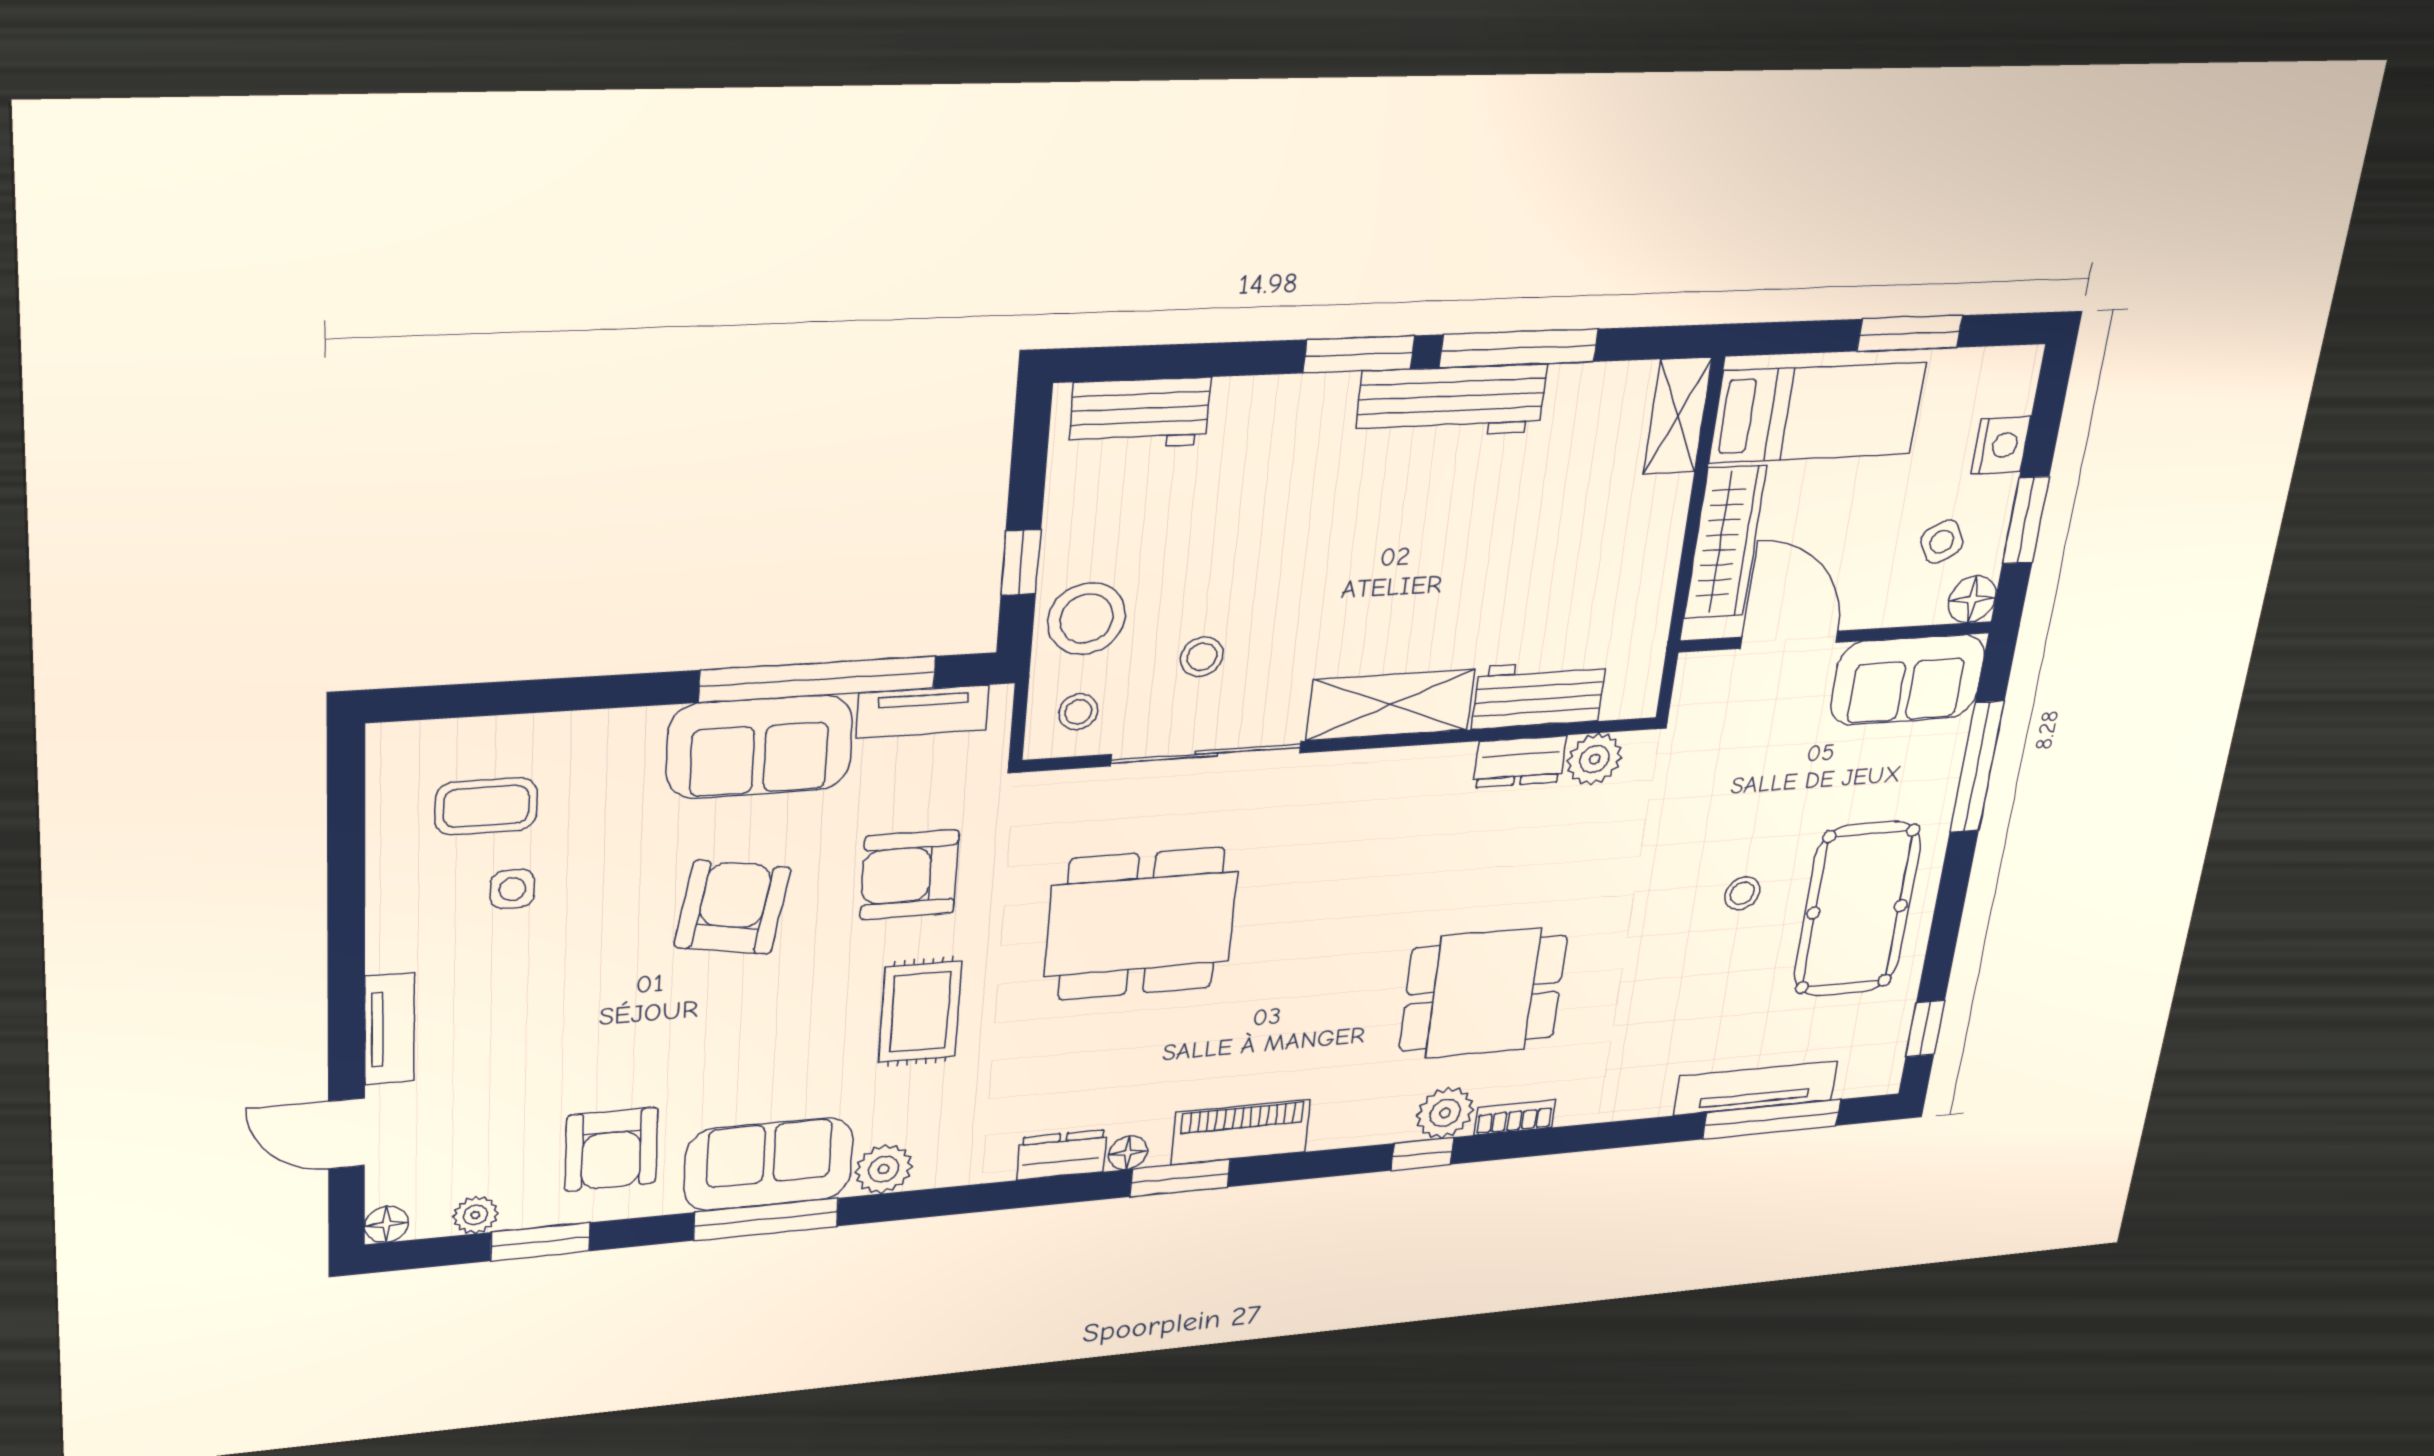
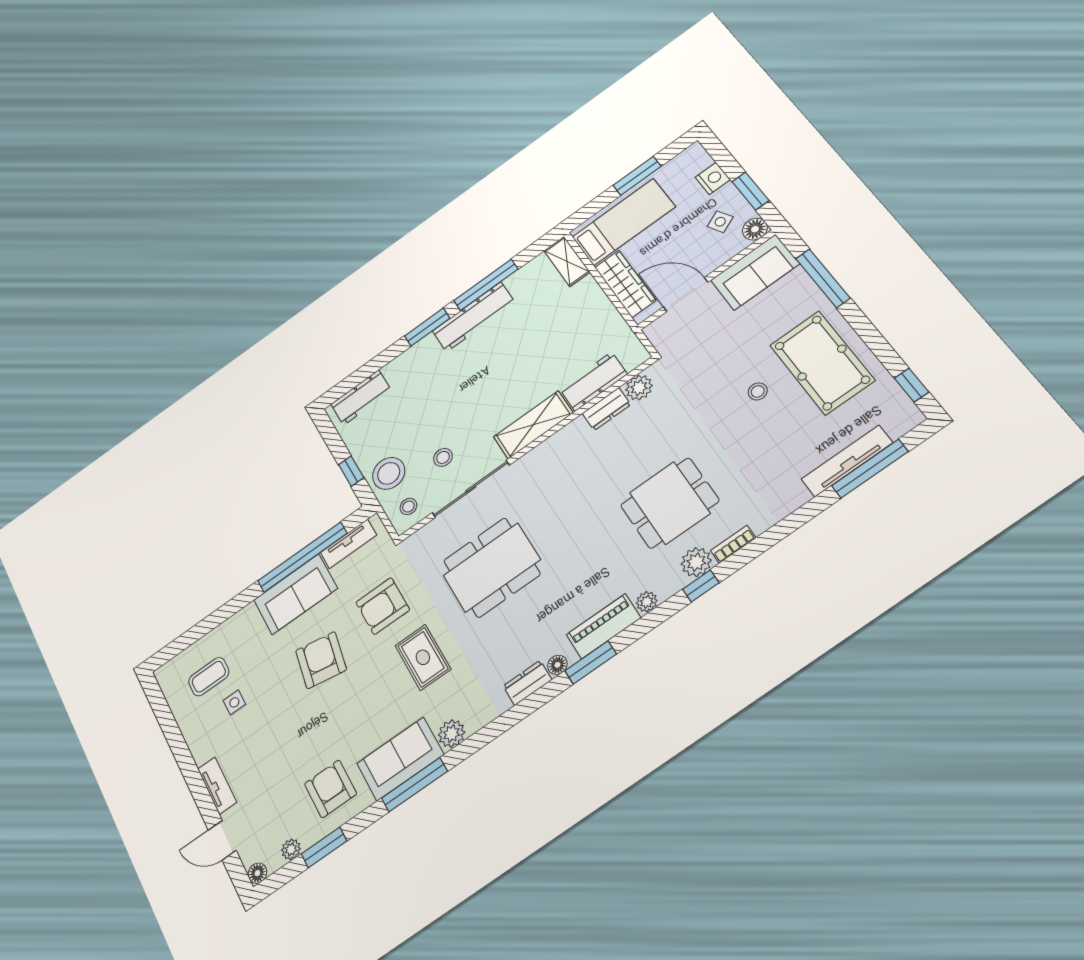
plant: (1331, 1132) -> (647, 602), added
armchair: (611, 1149) -> (331, 789), turned 180

